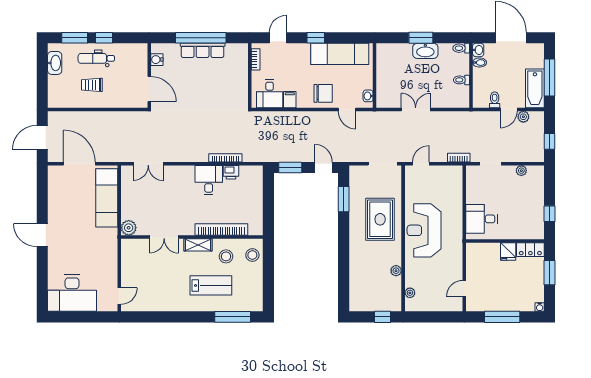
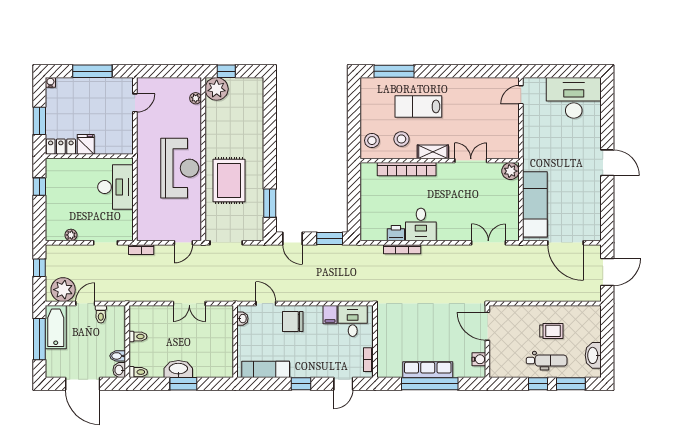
exam couch: (340, 54) -> (266, 369), width x0.73, depth x0.69
plant: (523, 117) -> (63, 290), width x1.87, depth x1.87
desk: (482, 219) -> (115, 187), width x1.37
plant: (396, 271) -> (217, 89), moved, width x1.88, depth x1.88

